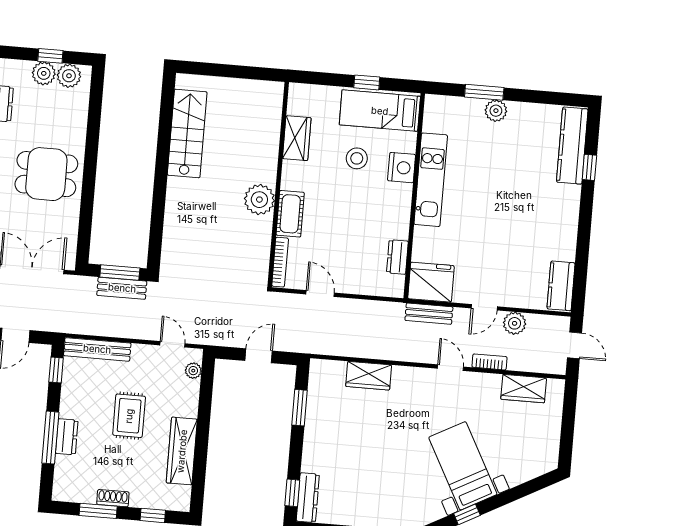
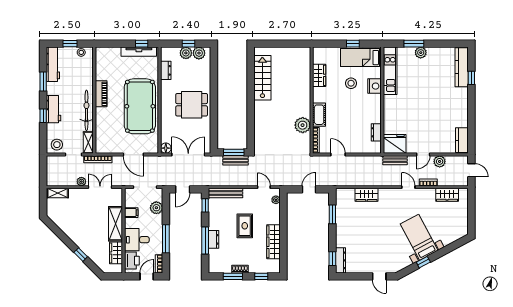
kitchen unit: (431, 180) -> (390, 71), moved
plant: (259, 200) -> (303, 125), moved

